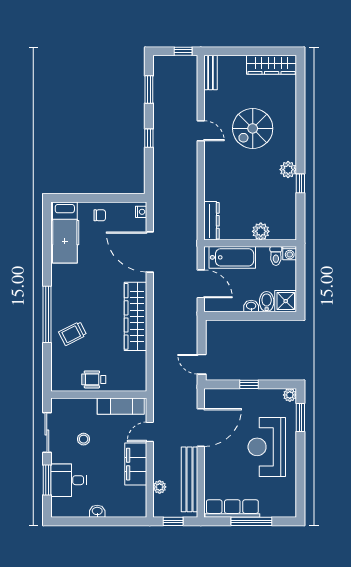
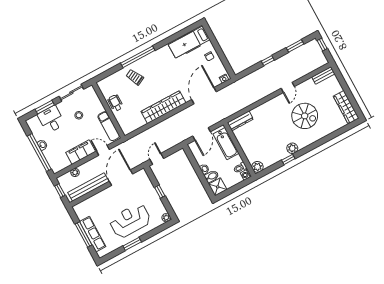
window: (183, 51) -> (322, 45), moved
spiral stairs: (253, 128) -> (305, 116), turned 180
plant: (261, 231) -> (257, 167), moved
window: (300, 418) -> (132, 244), moved
door: (201, 427) -> (121, 178), swing flipped
row of seats: (232, 509) -> (93, 234), moved
window: (106, 521) -> (39, 153), added

